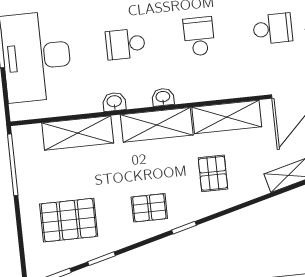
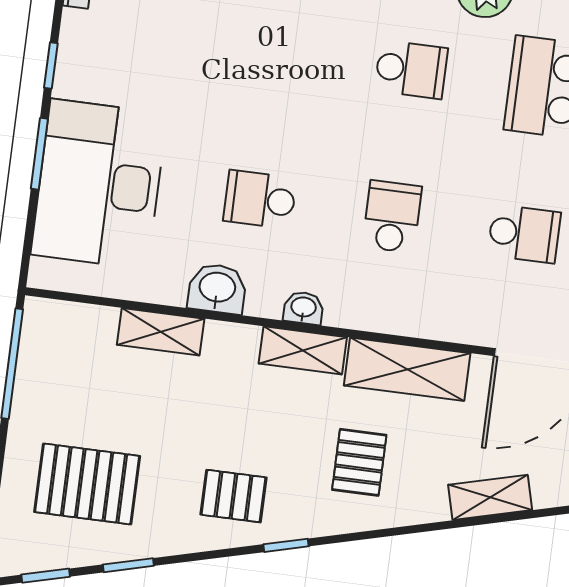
washbasin: (114, 102) -> (217, 289), width x1.38, depth x1.45
shelving: (157, 125) -> (303, 350), width x0.67, depth x0.75
shelving: (78, 133) -> (161, 332), width x0.67, depth x0.75

